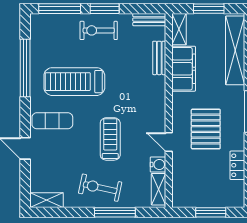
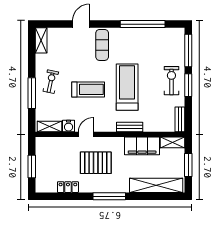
bench: (159, 58) -> (130, 127), moved
treadmill: (74, 82) -> (127, 87), moved
exercise bike: (100, 188) -> (51, 82), width x0.73, depth x0.72

